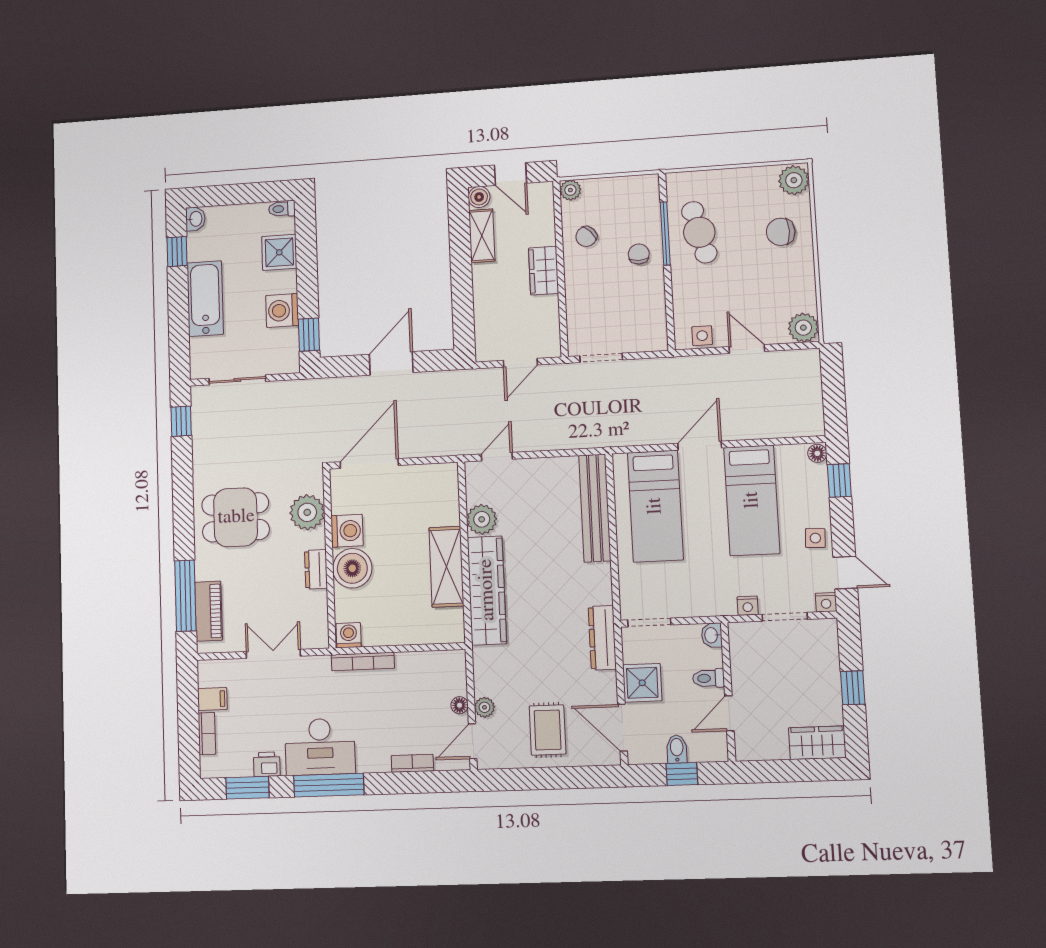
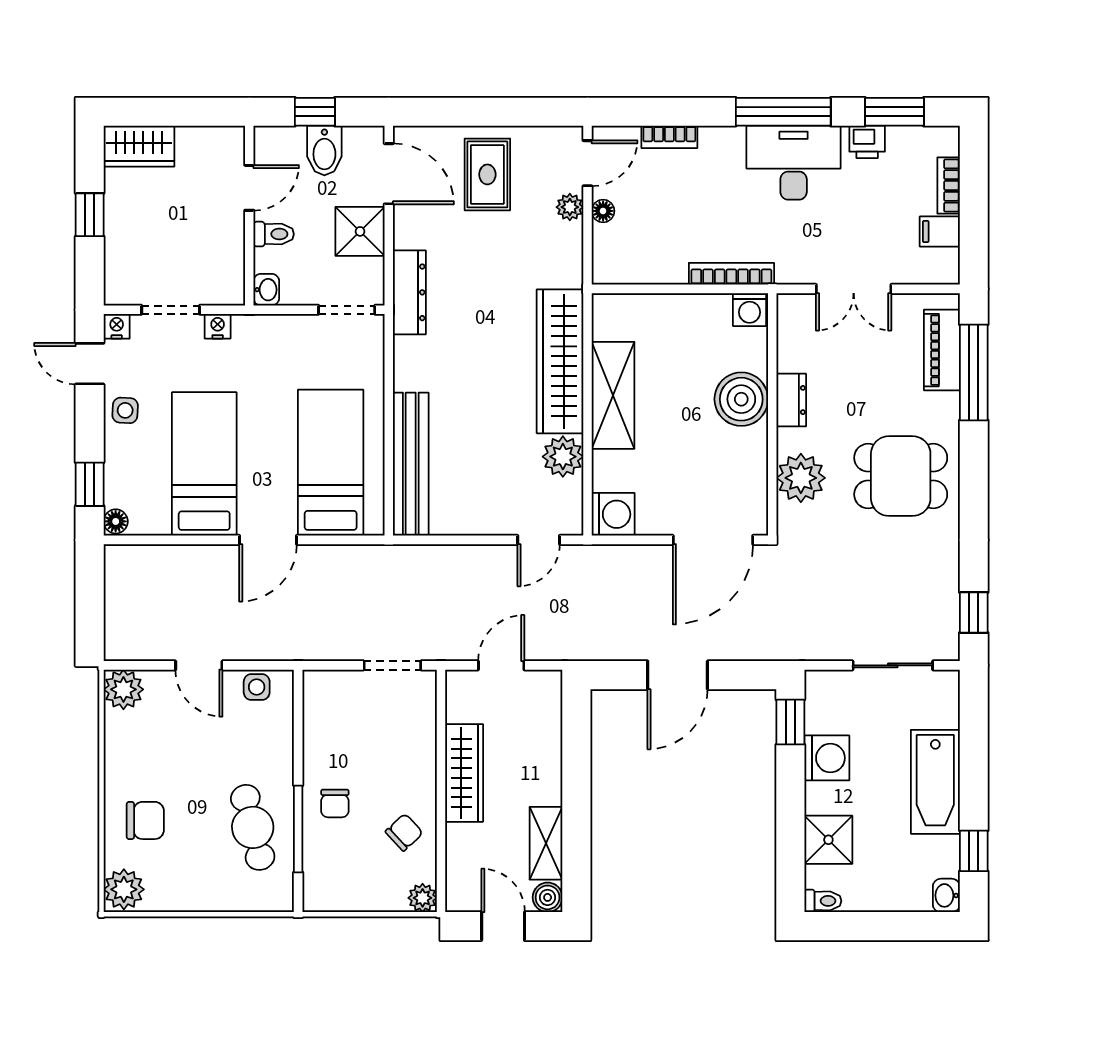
wardrobe: (544, 271) -> (464, 773), width x1.50
washing machine: (347, 531) -> (613, 514), moved, turned 180
bidet: (677, 749) -> (324, 151), width x1.38, depth x1.36

